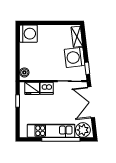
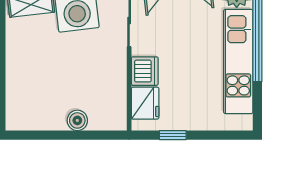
washing machine: (28, 34) -> (24, 111), removed
boiler: (24, 72) -> (77, 120), moved

